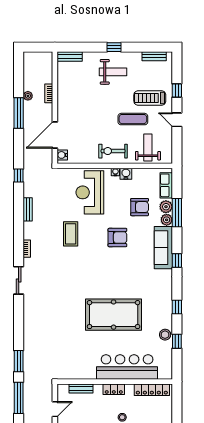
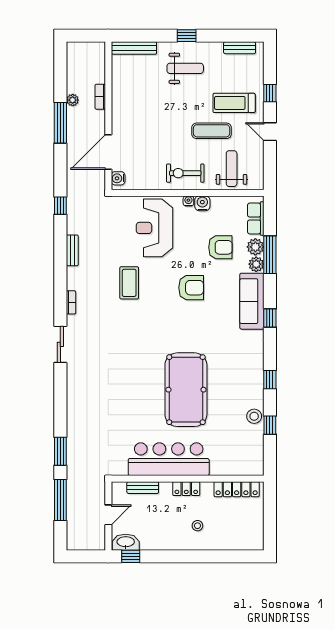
bench: (70, 57) -> (134, 48), width x1.36
pool table: (114, 315) -> (186, 390), turned 90
bar counter: (127, 367) -> (169, 459), moved

